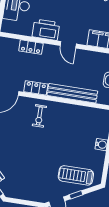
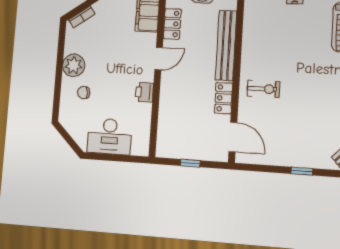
printer: (46, 30) -> (144, 92), width x0.53, depth x0.68
locker: (31, 47) -> (172, 24), moved

